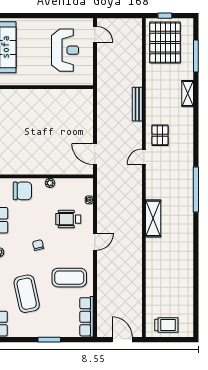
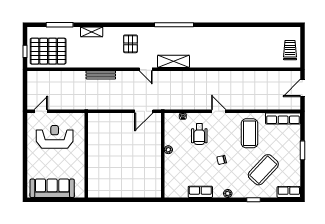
pallet: (160, 135) -> (130, 44), moved, turned 90
chair: (22, 191) -> (175, 173), removed
shelving: (153, 218) -> (173, 61), moved
coffee table: (27, 294) -> (263, 170), turned -35

